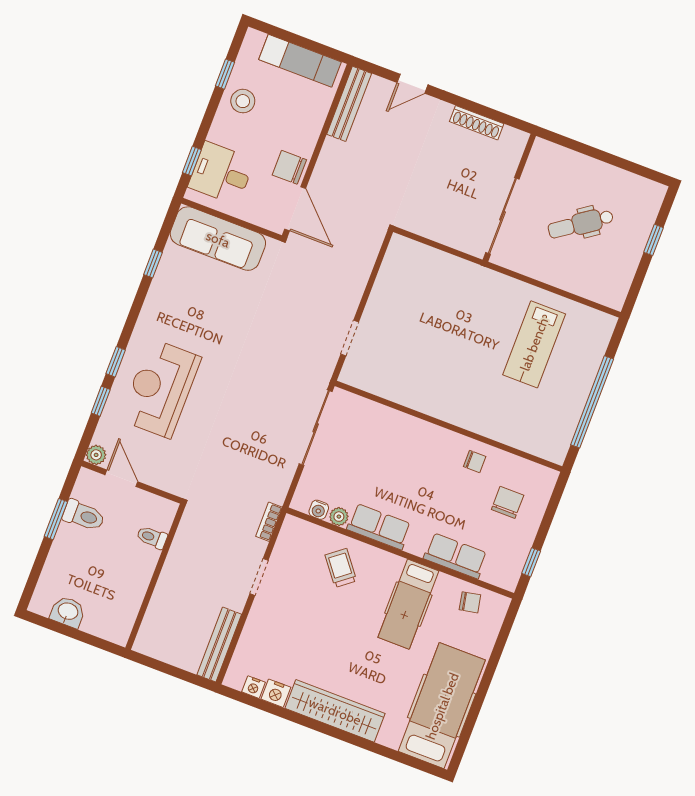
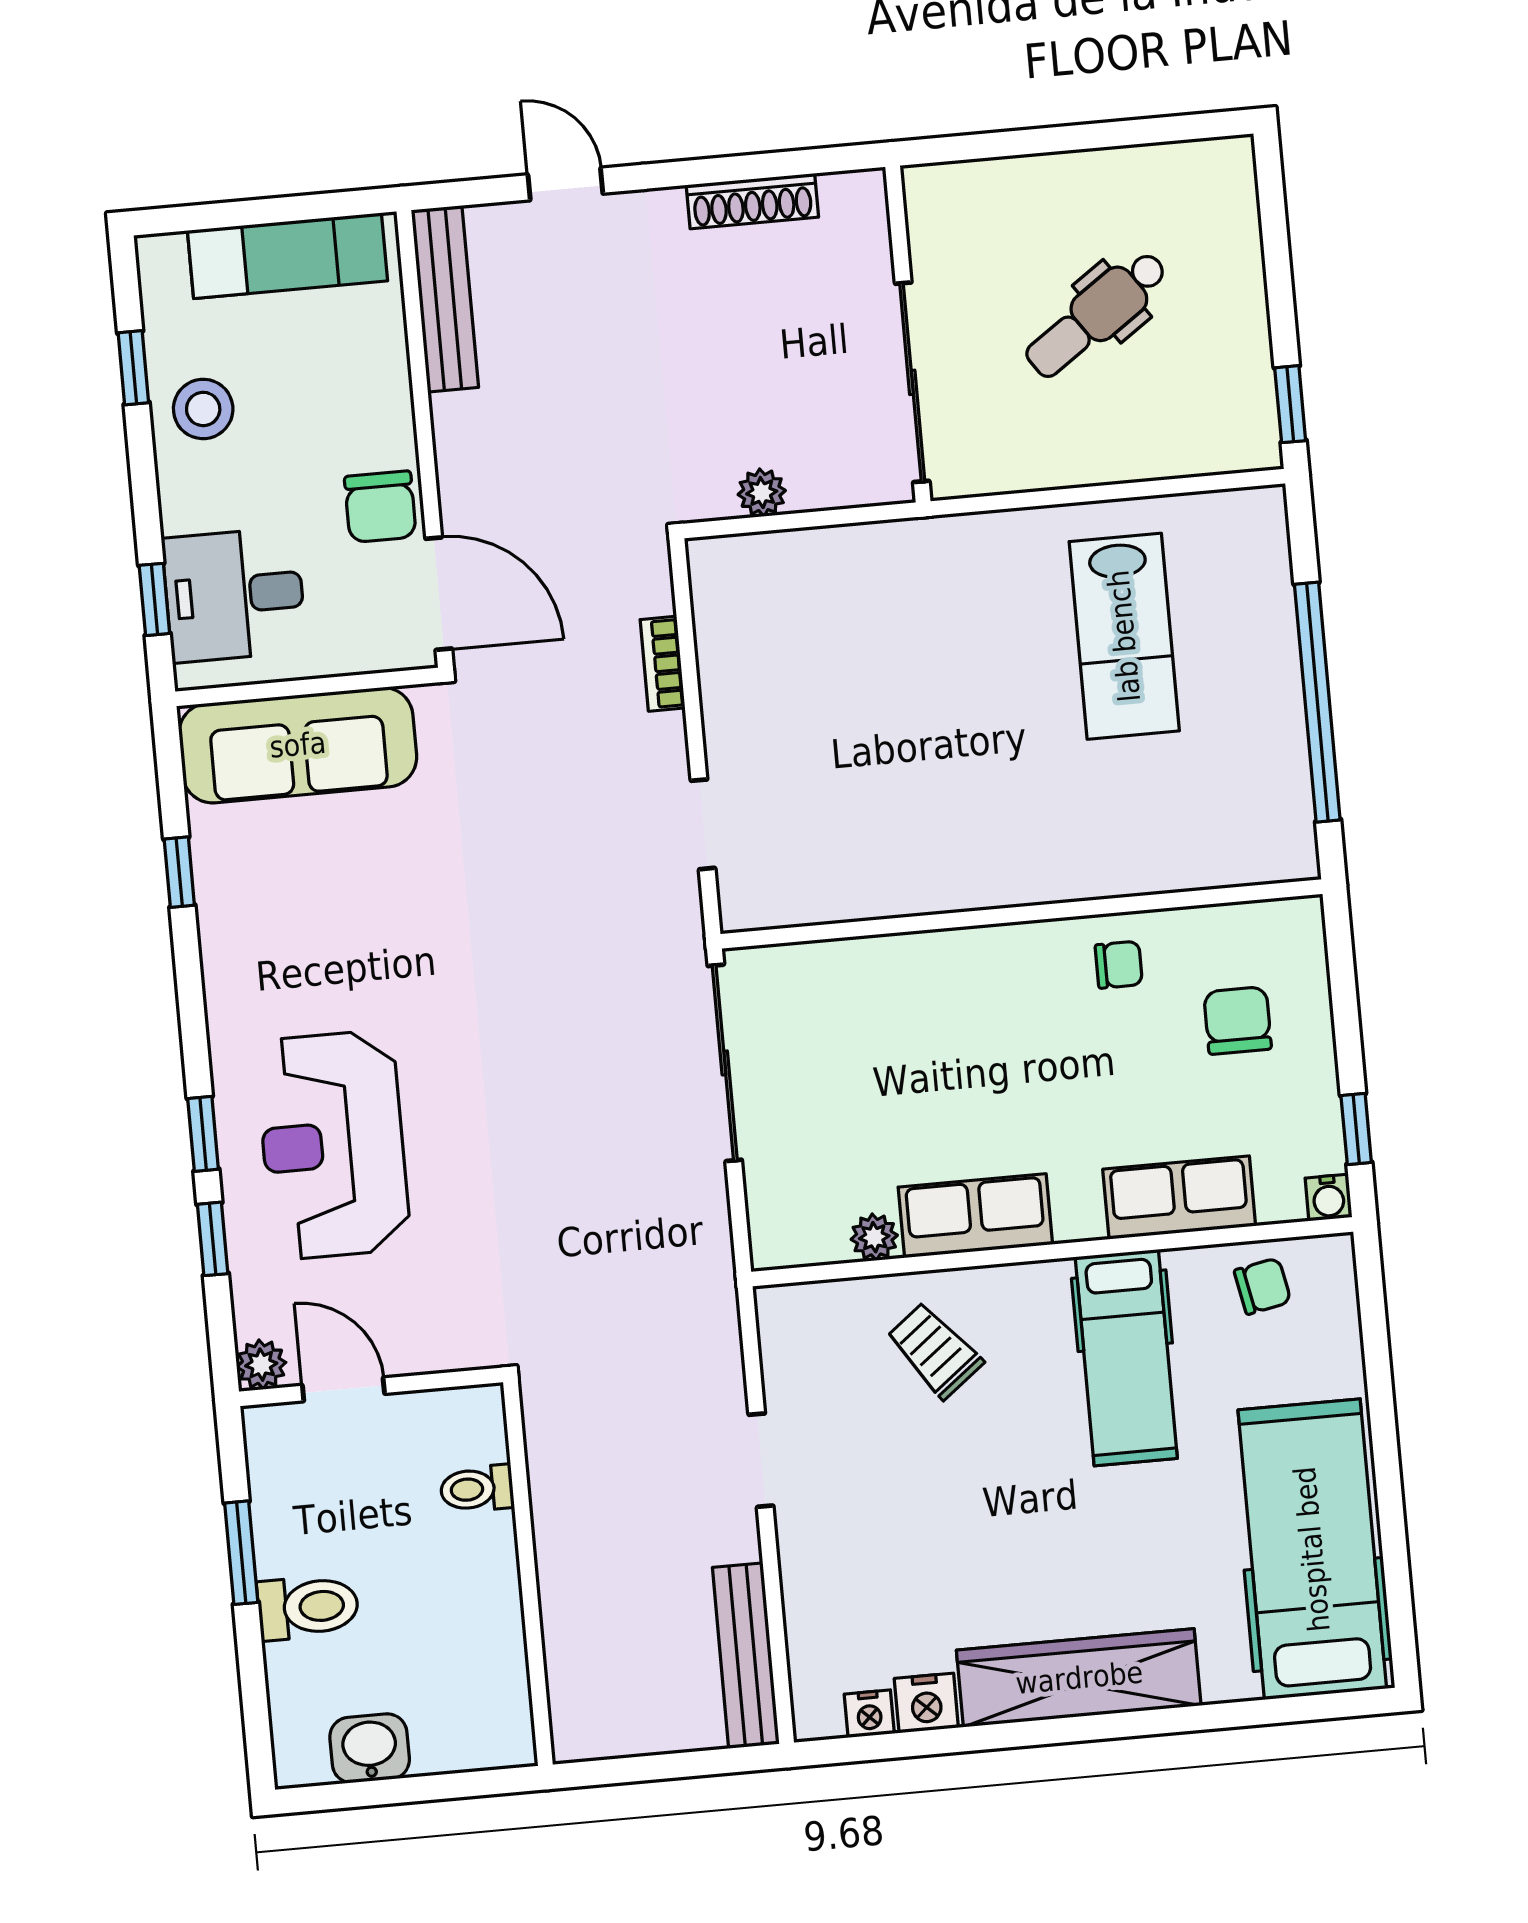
door: (413, 84) -> (565, 184), swing flipped
chair: (289, 167) -> (380, 507), turned -90
plant: (429, 229) -> (762, 493), added
window: (654, 240) -> (1290, 404), moved
water cooler: (319, 510) -> (1329, 1198), moved
toilet: (84, 516) -> (308, 1607), moved
bookcase: (269, 522) -> (663, 664), moved

